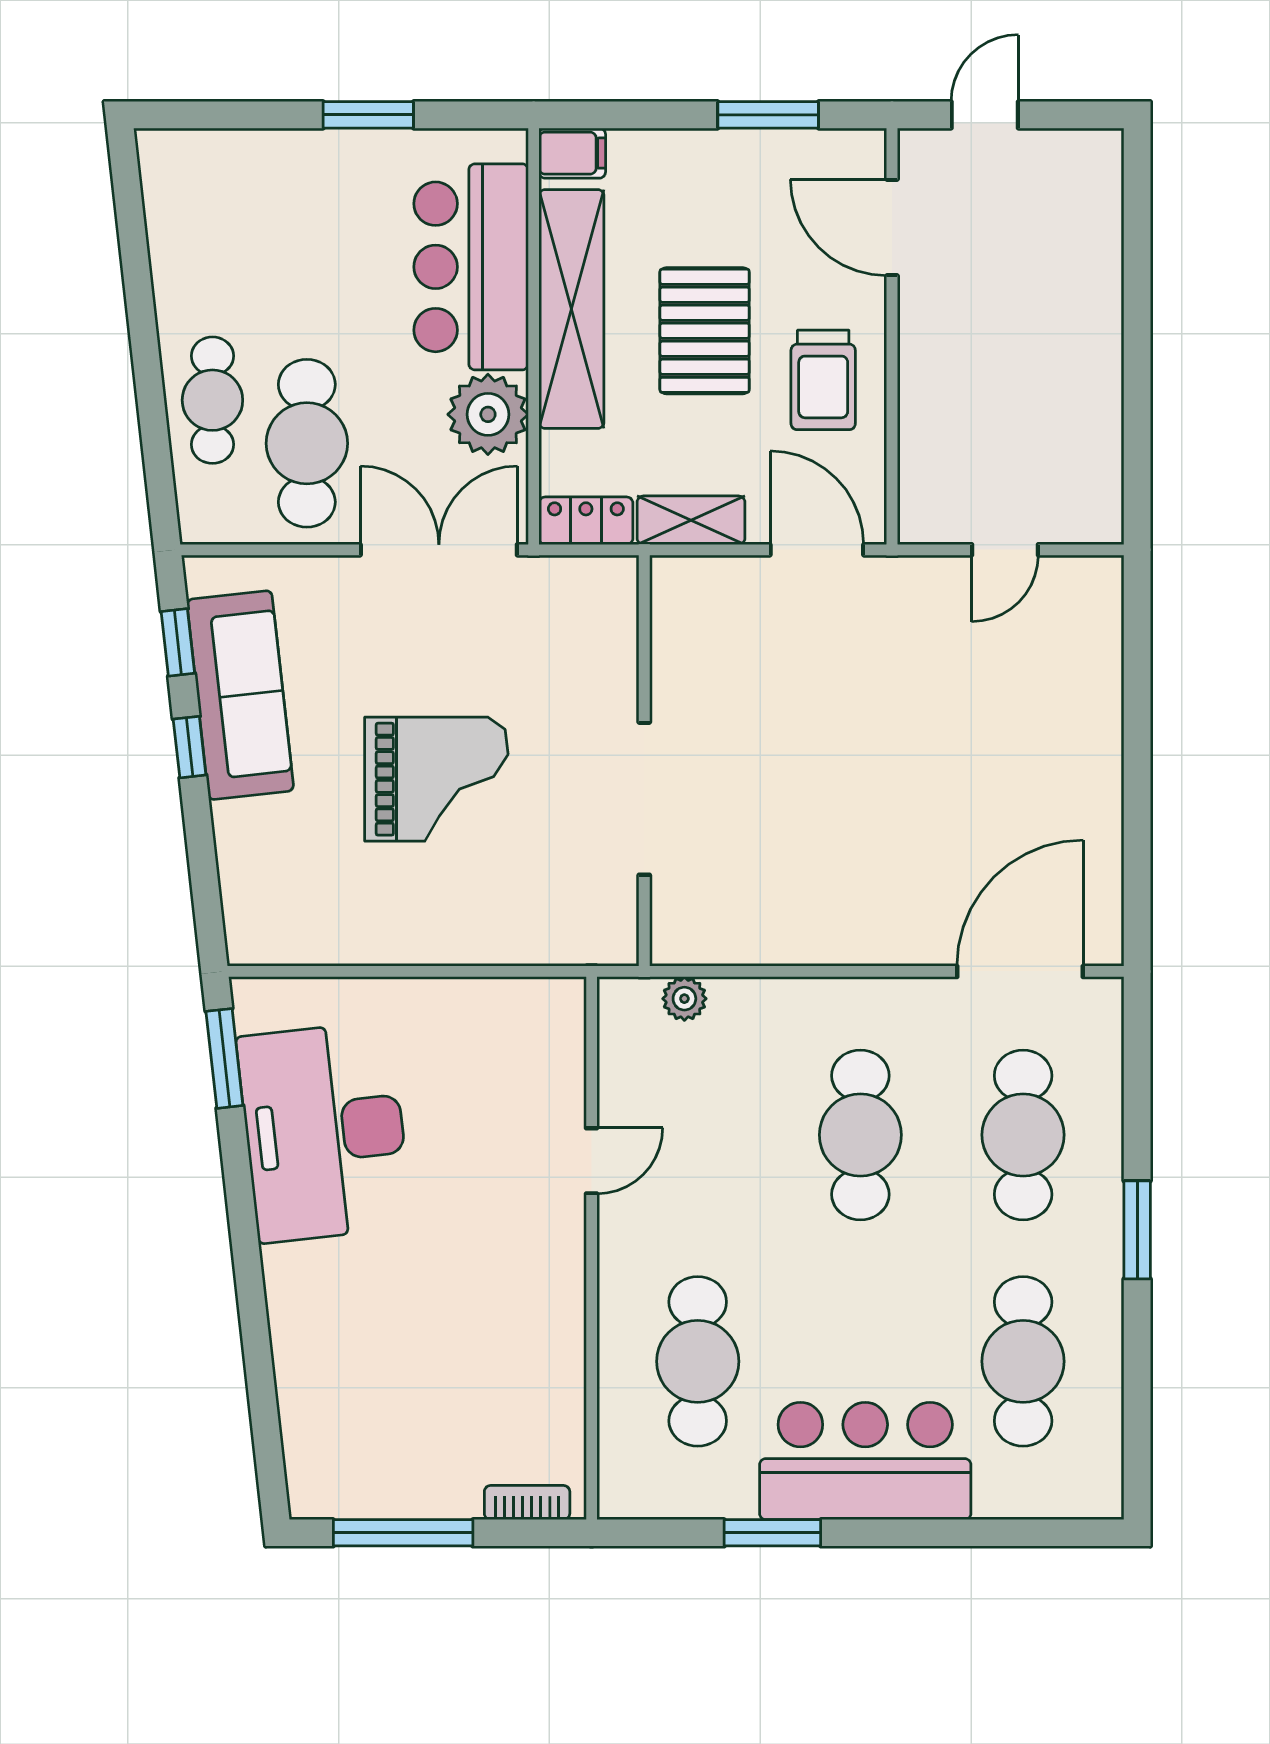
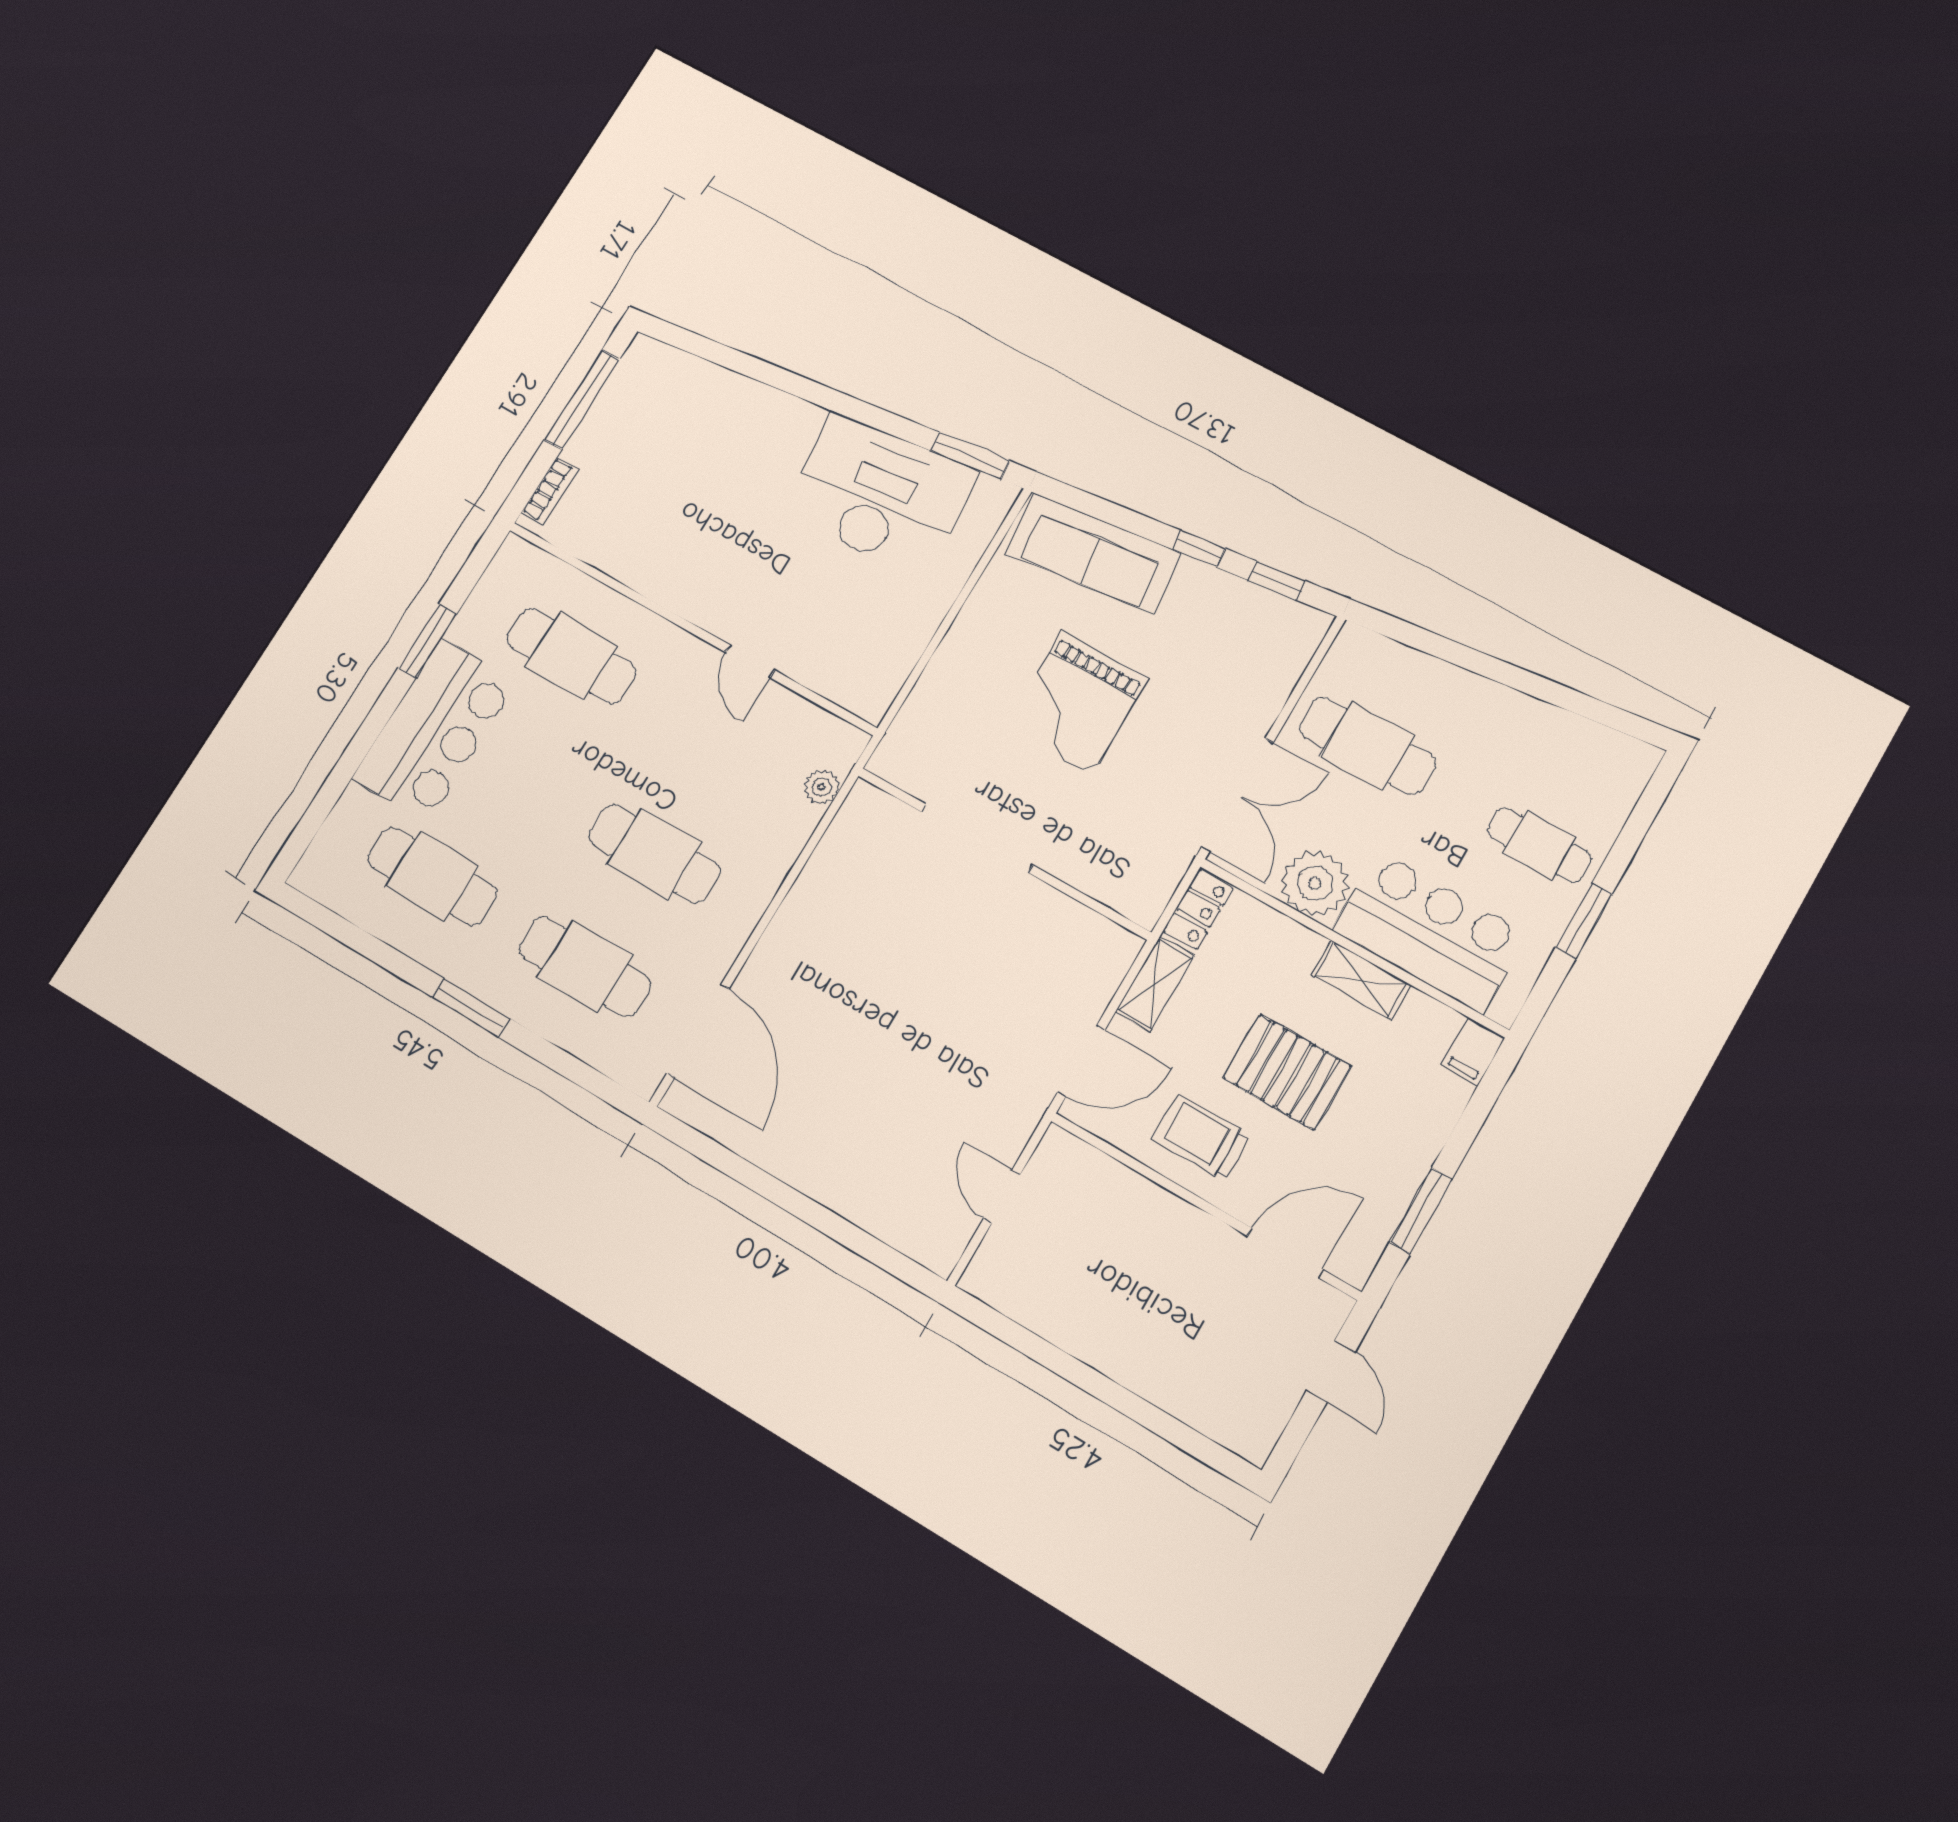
shelving: (571, 309) -> (1361, 980), width x0.45, depth x0.75
cafe table: (212, 400) -> (1539, 845), moved
sofa: (240, 695) -> (1094, 553), moved

